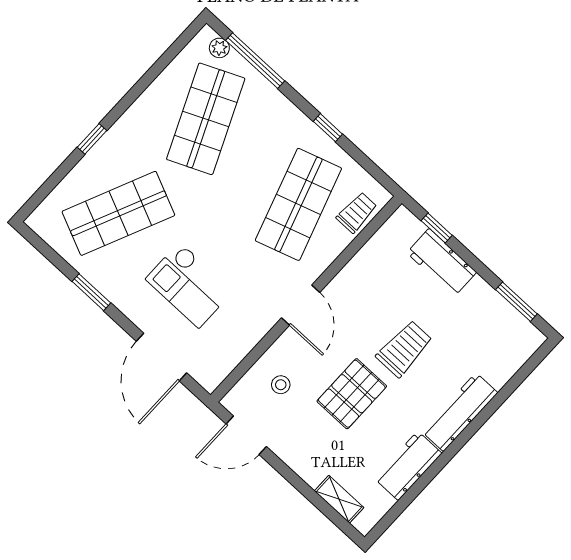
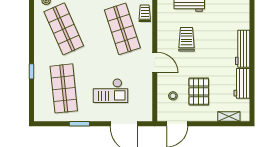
shop shelf: (118, 213) -> (64, 88), turned -30
trolley: (404, 349) -> (186, 39), moved
pallet: (352, 394) -> (199, 91), moved

